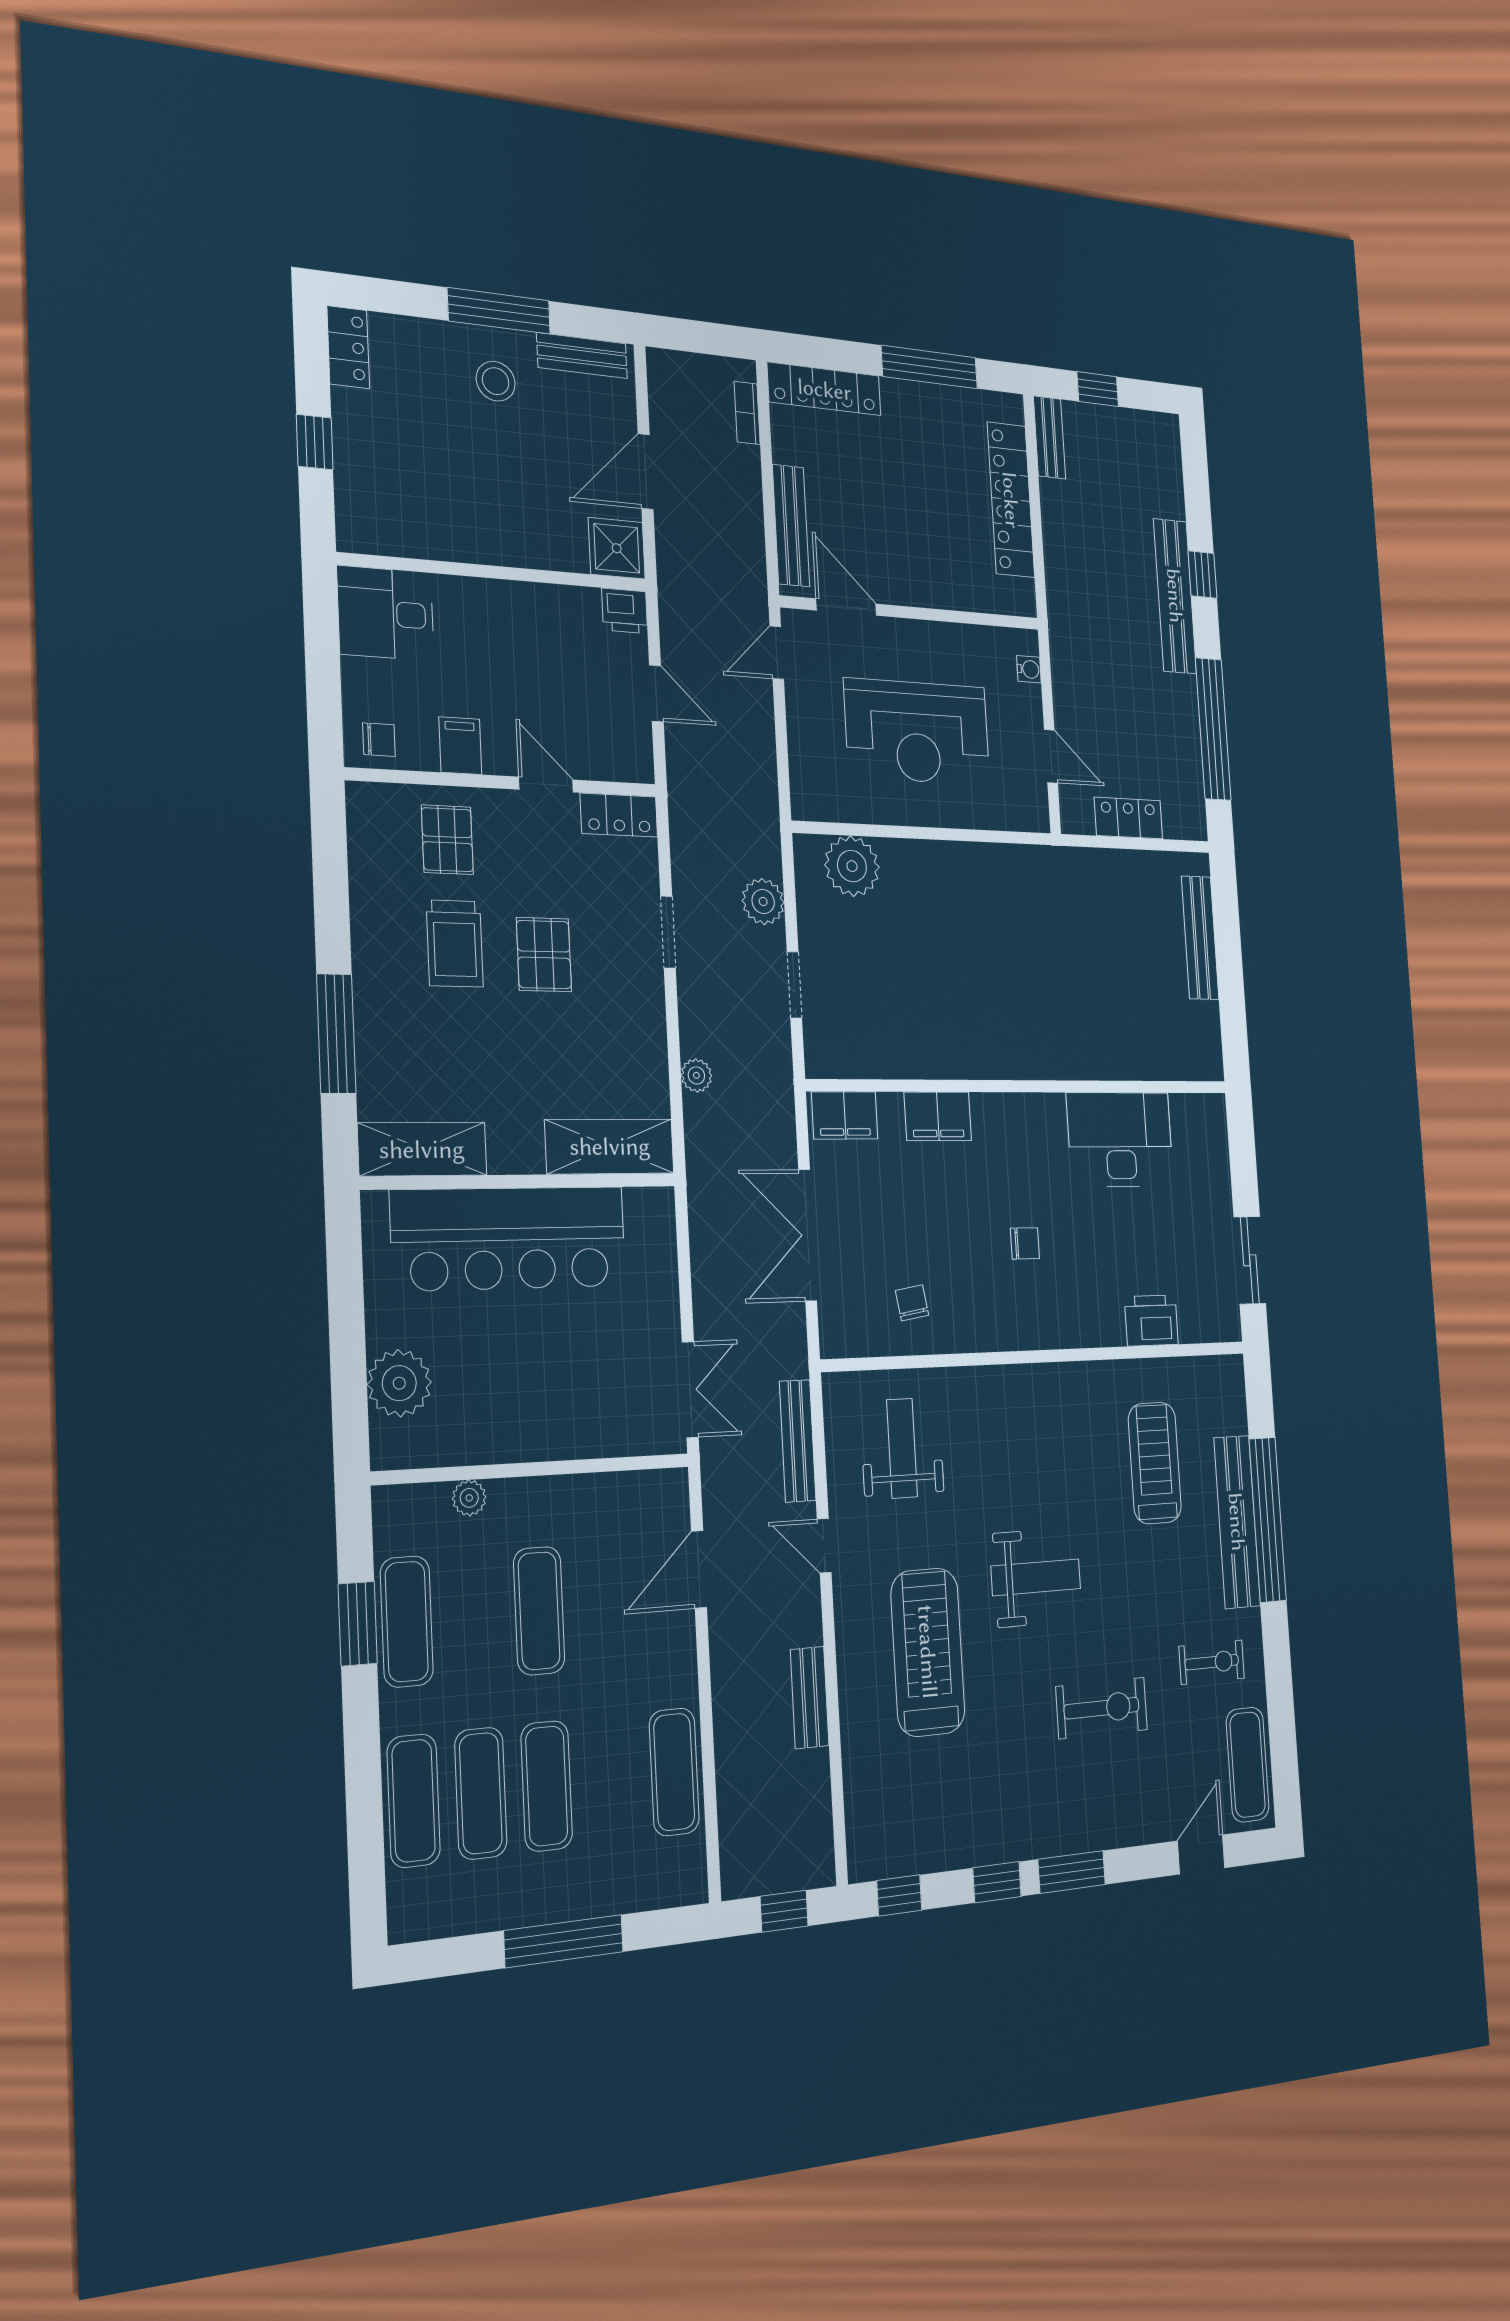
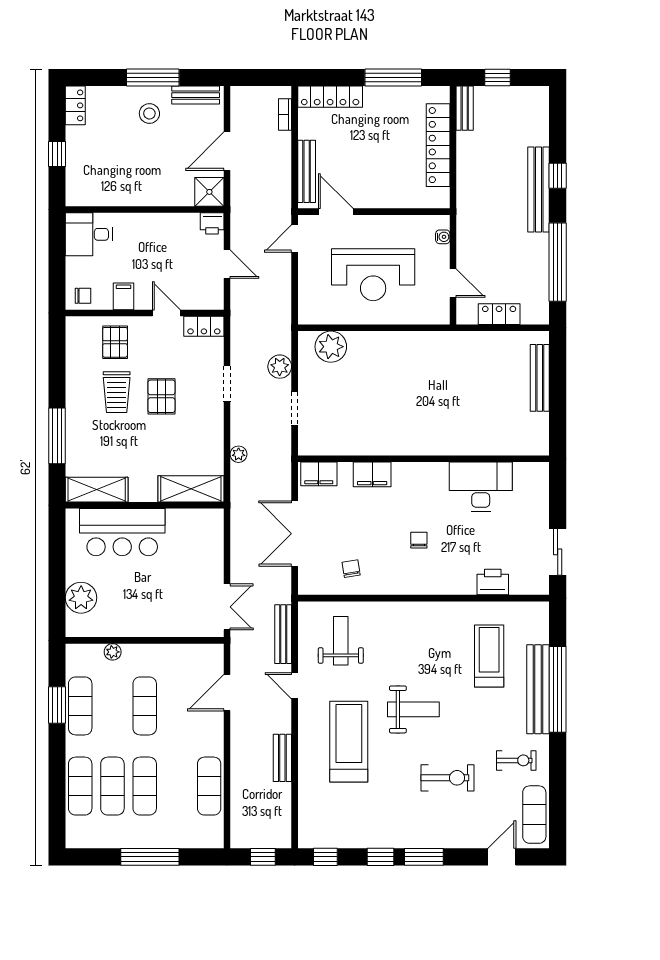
bar counter: (509, 1238) -> (122, 532), width x0.73
chair: (1025, 1243) -> (419, 540), turned -90

